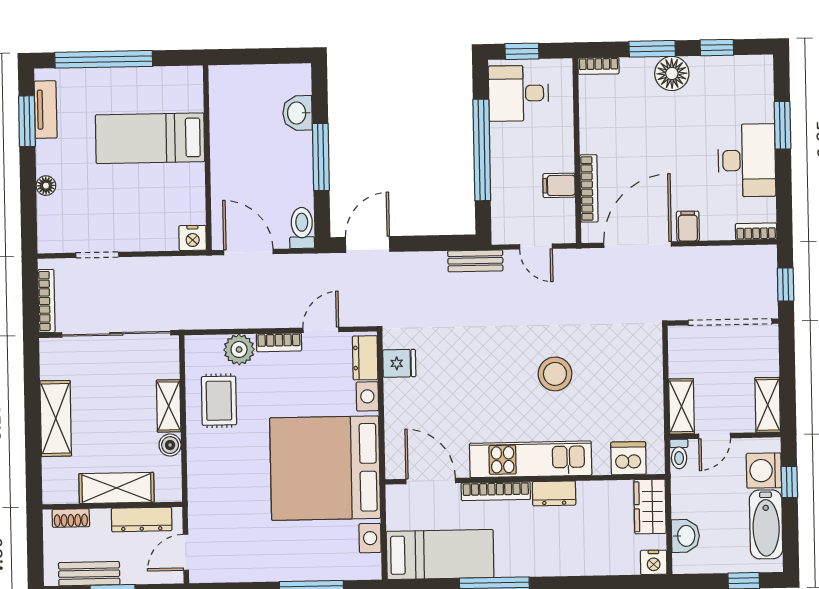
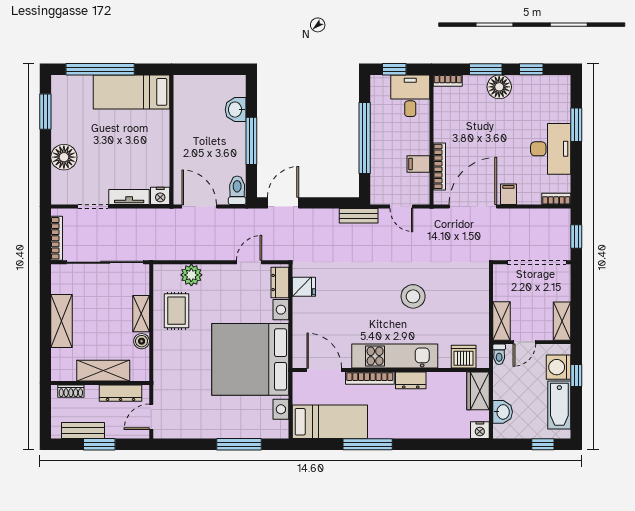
desk: (518, 93) -> (410, 96), moved, turned 90
tv unit: (46, 110) -> (129, 197), moved, turned -90
bed: (150, 138) -> (132, 92), moved
floor lamp: (46, 186) -> (64, 157), width x1.89, depth x1.89
bookcase: (279, 342) -> (219, 270), removed

